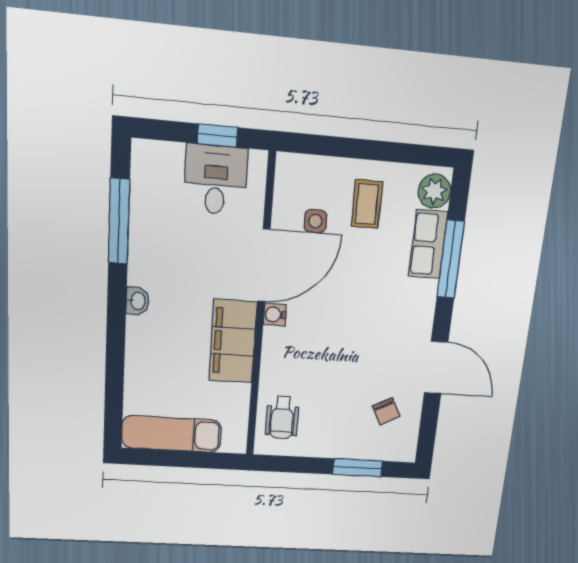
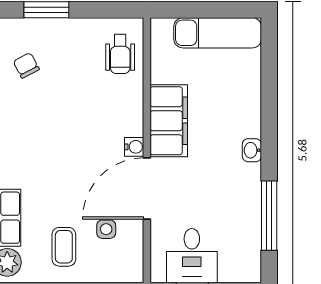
wheelchair: (282, 417) -> (120, 54), turned 180

